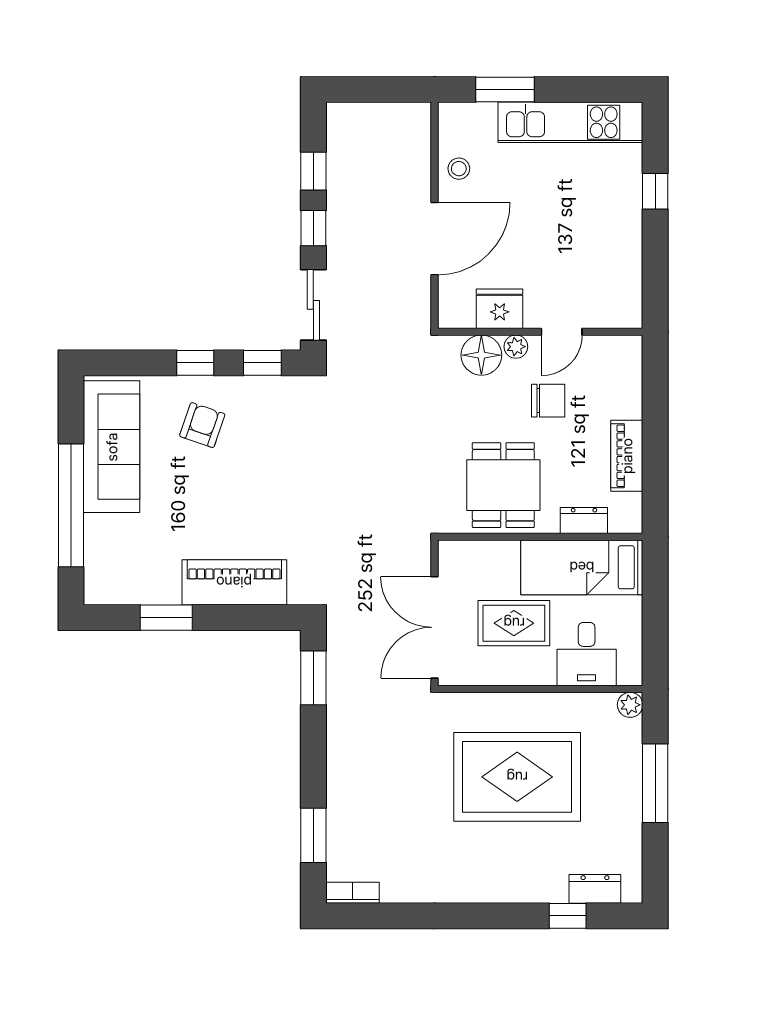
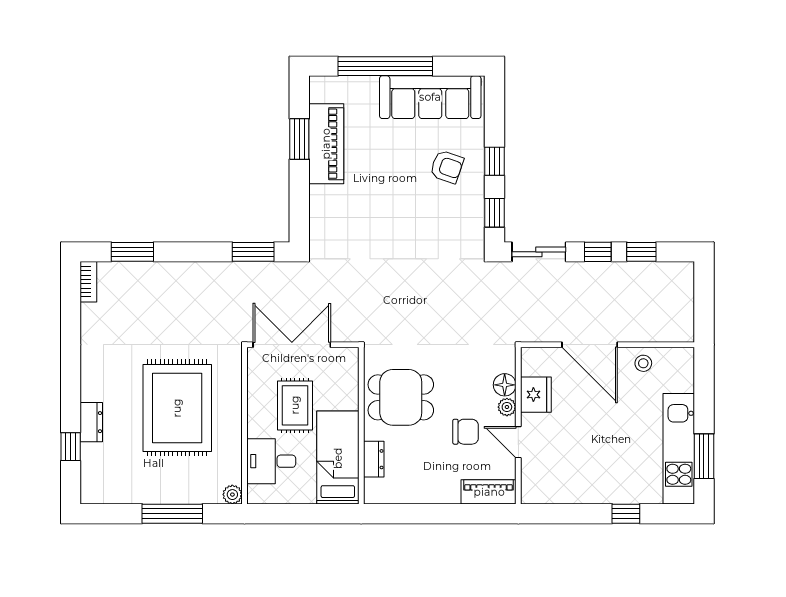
window: (505, 89) -> (704, 456), moved
floor lamp: (481, 355) -> (505, 385), width x0.73, depth x0.73
chair: (548, 401) -> (466, 432), turned -90
piano: (627, 456) -> (489, 492), moved
piano: (234, 582) -> (326, 144), moved
dresser: (595, 889) -> (91, 422), moved

